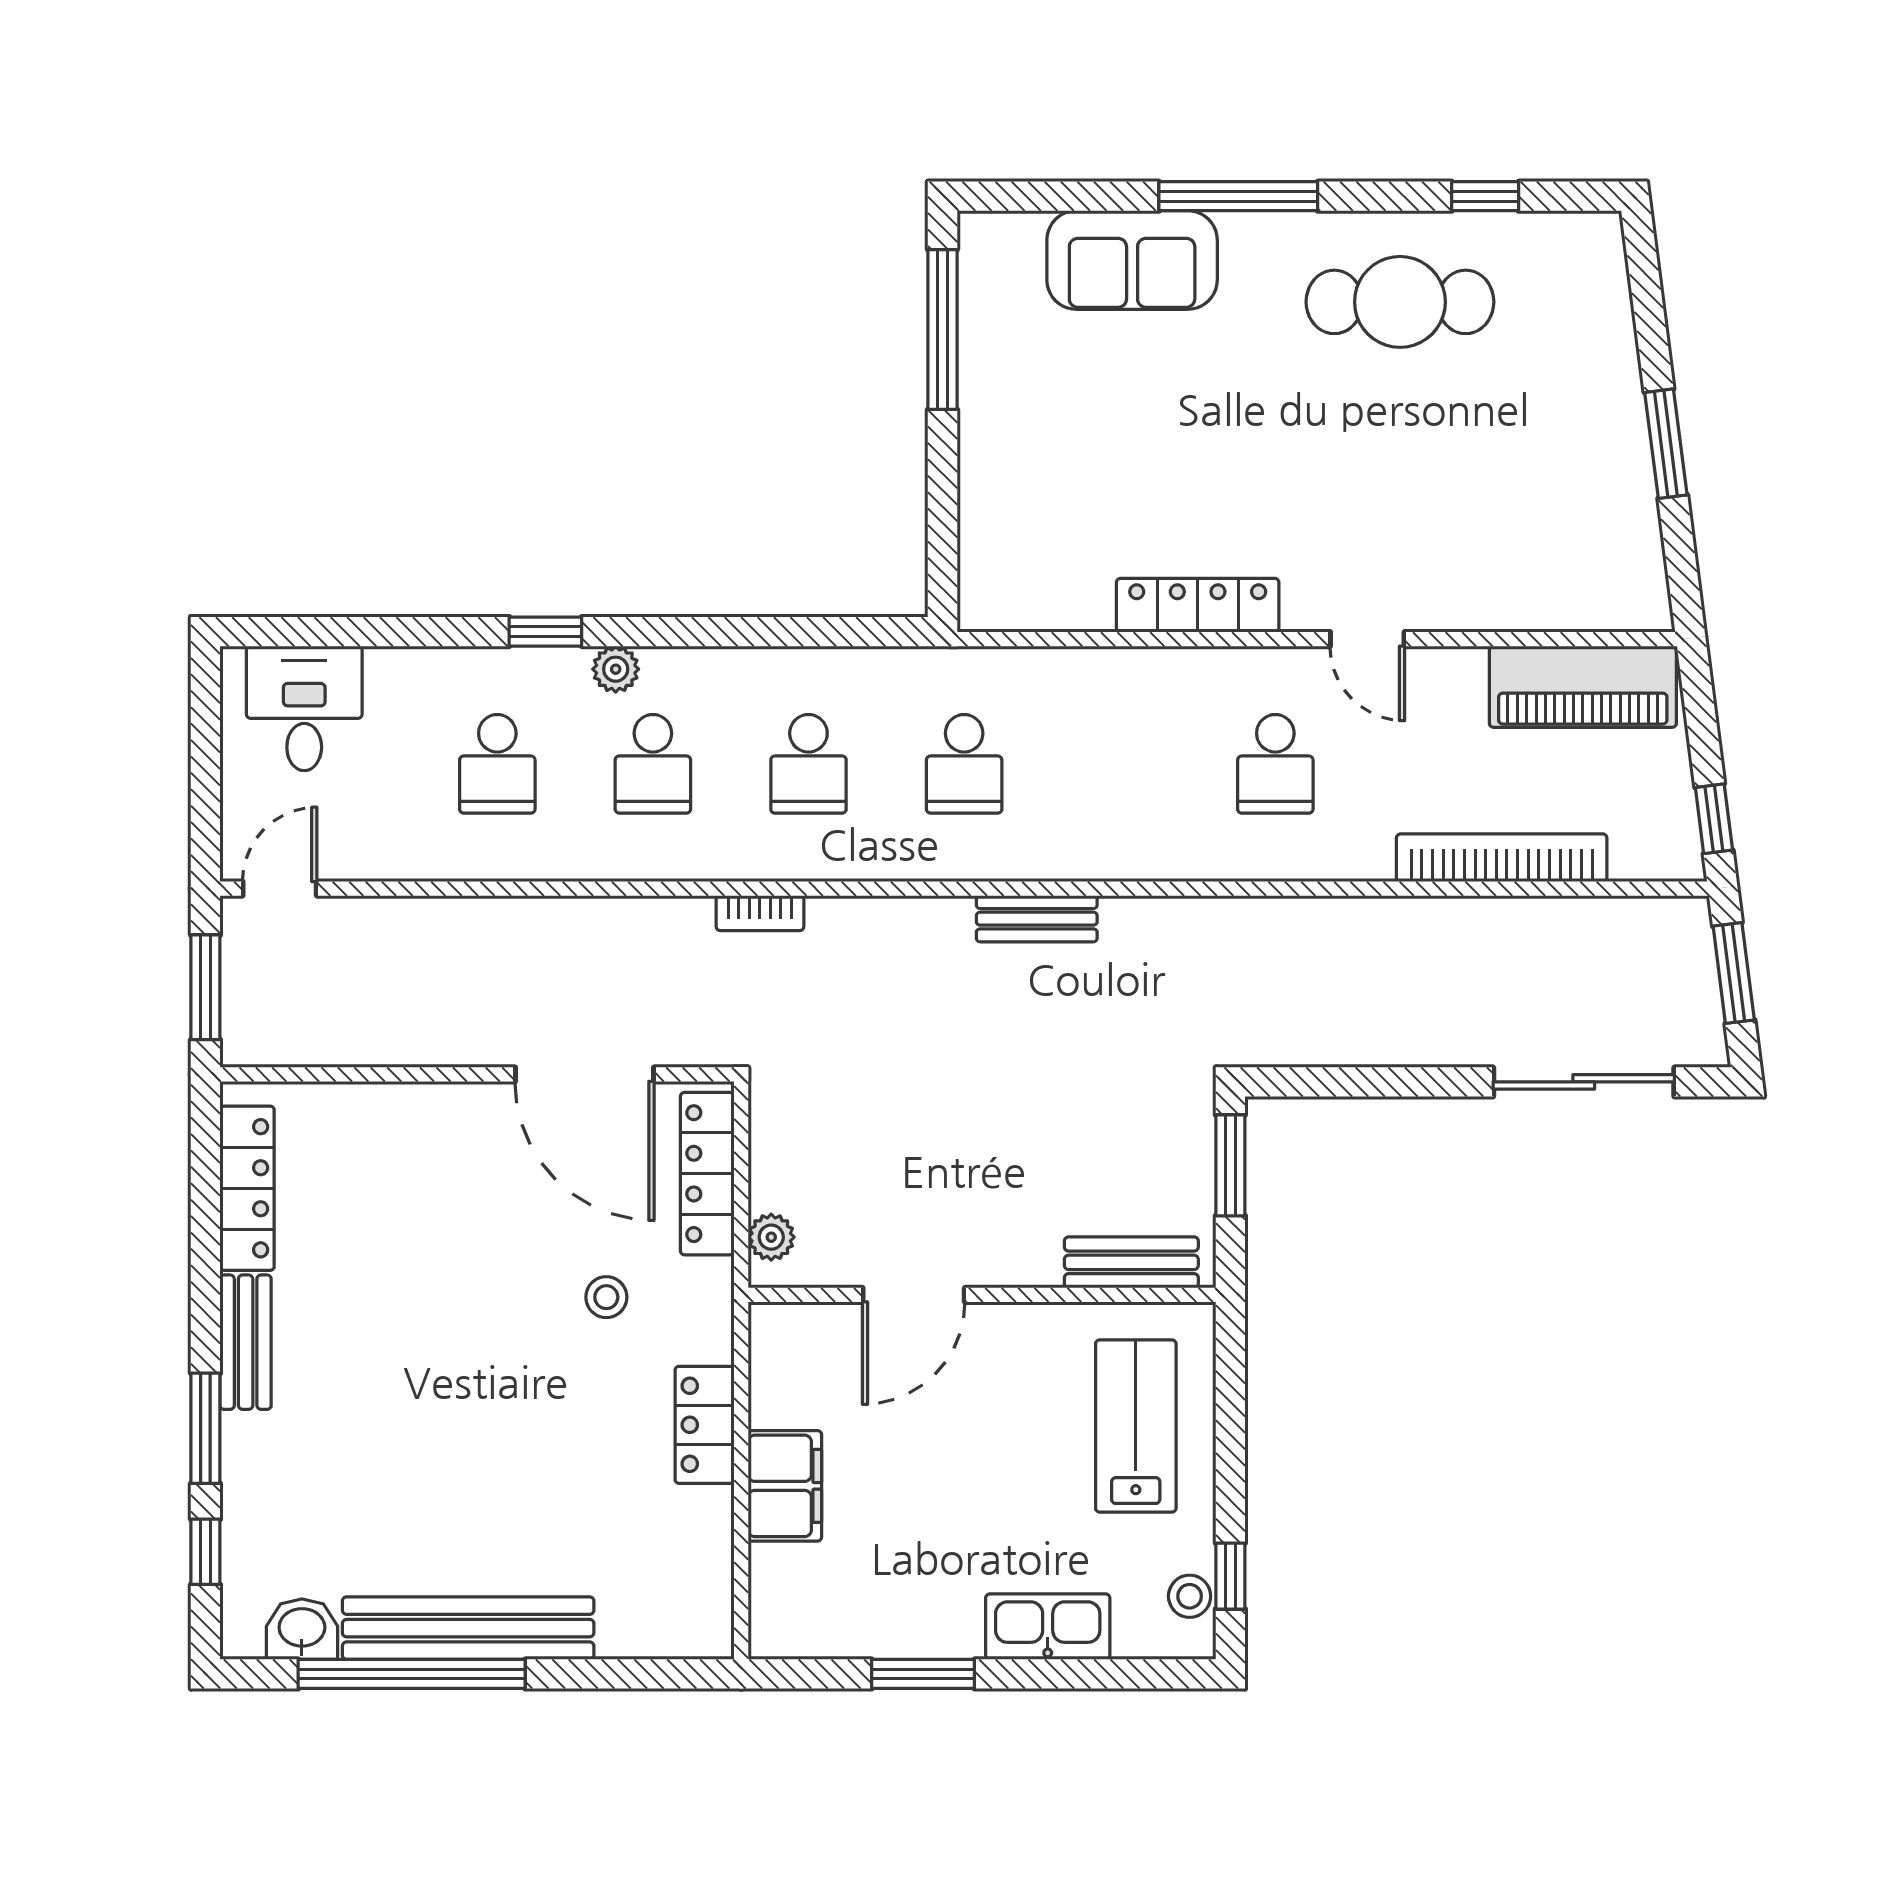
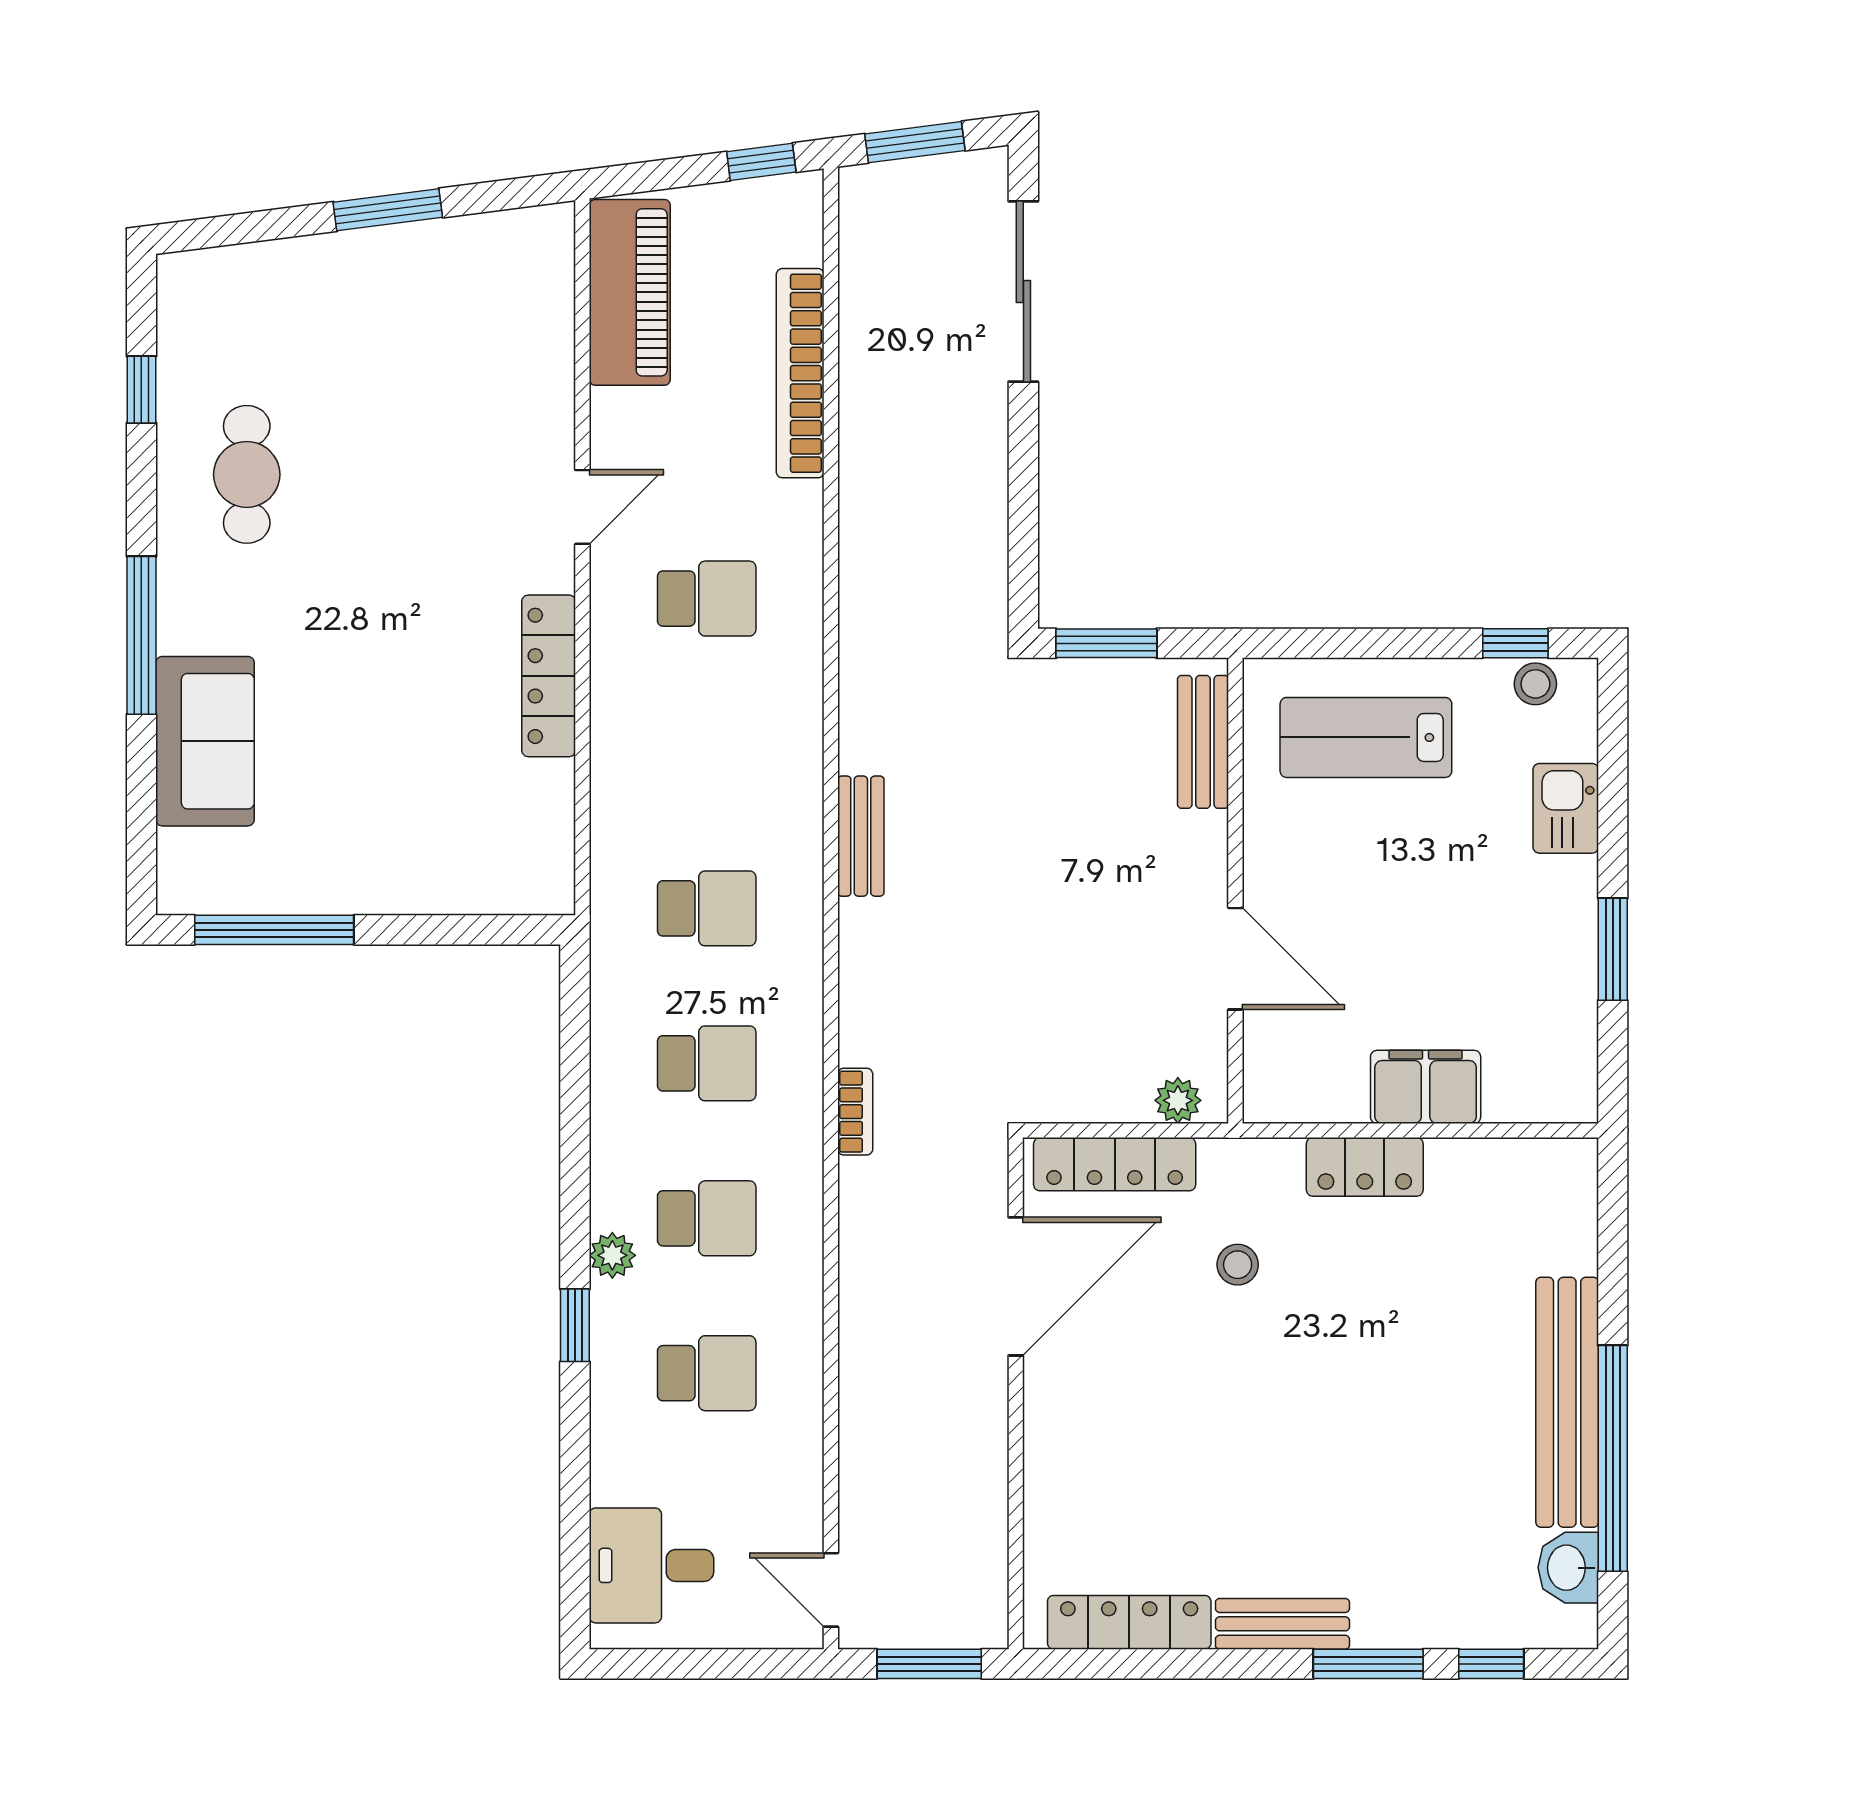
cafe table: (1400, 302) -> (247, 474), width x0.73, depth x0.74
kitchen sink: (1048, 1627) -> (1566, 808), width x0.73

